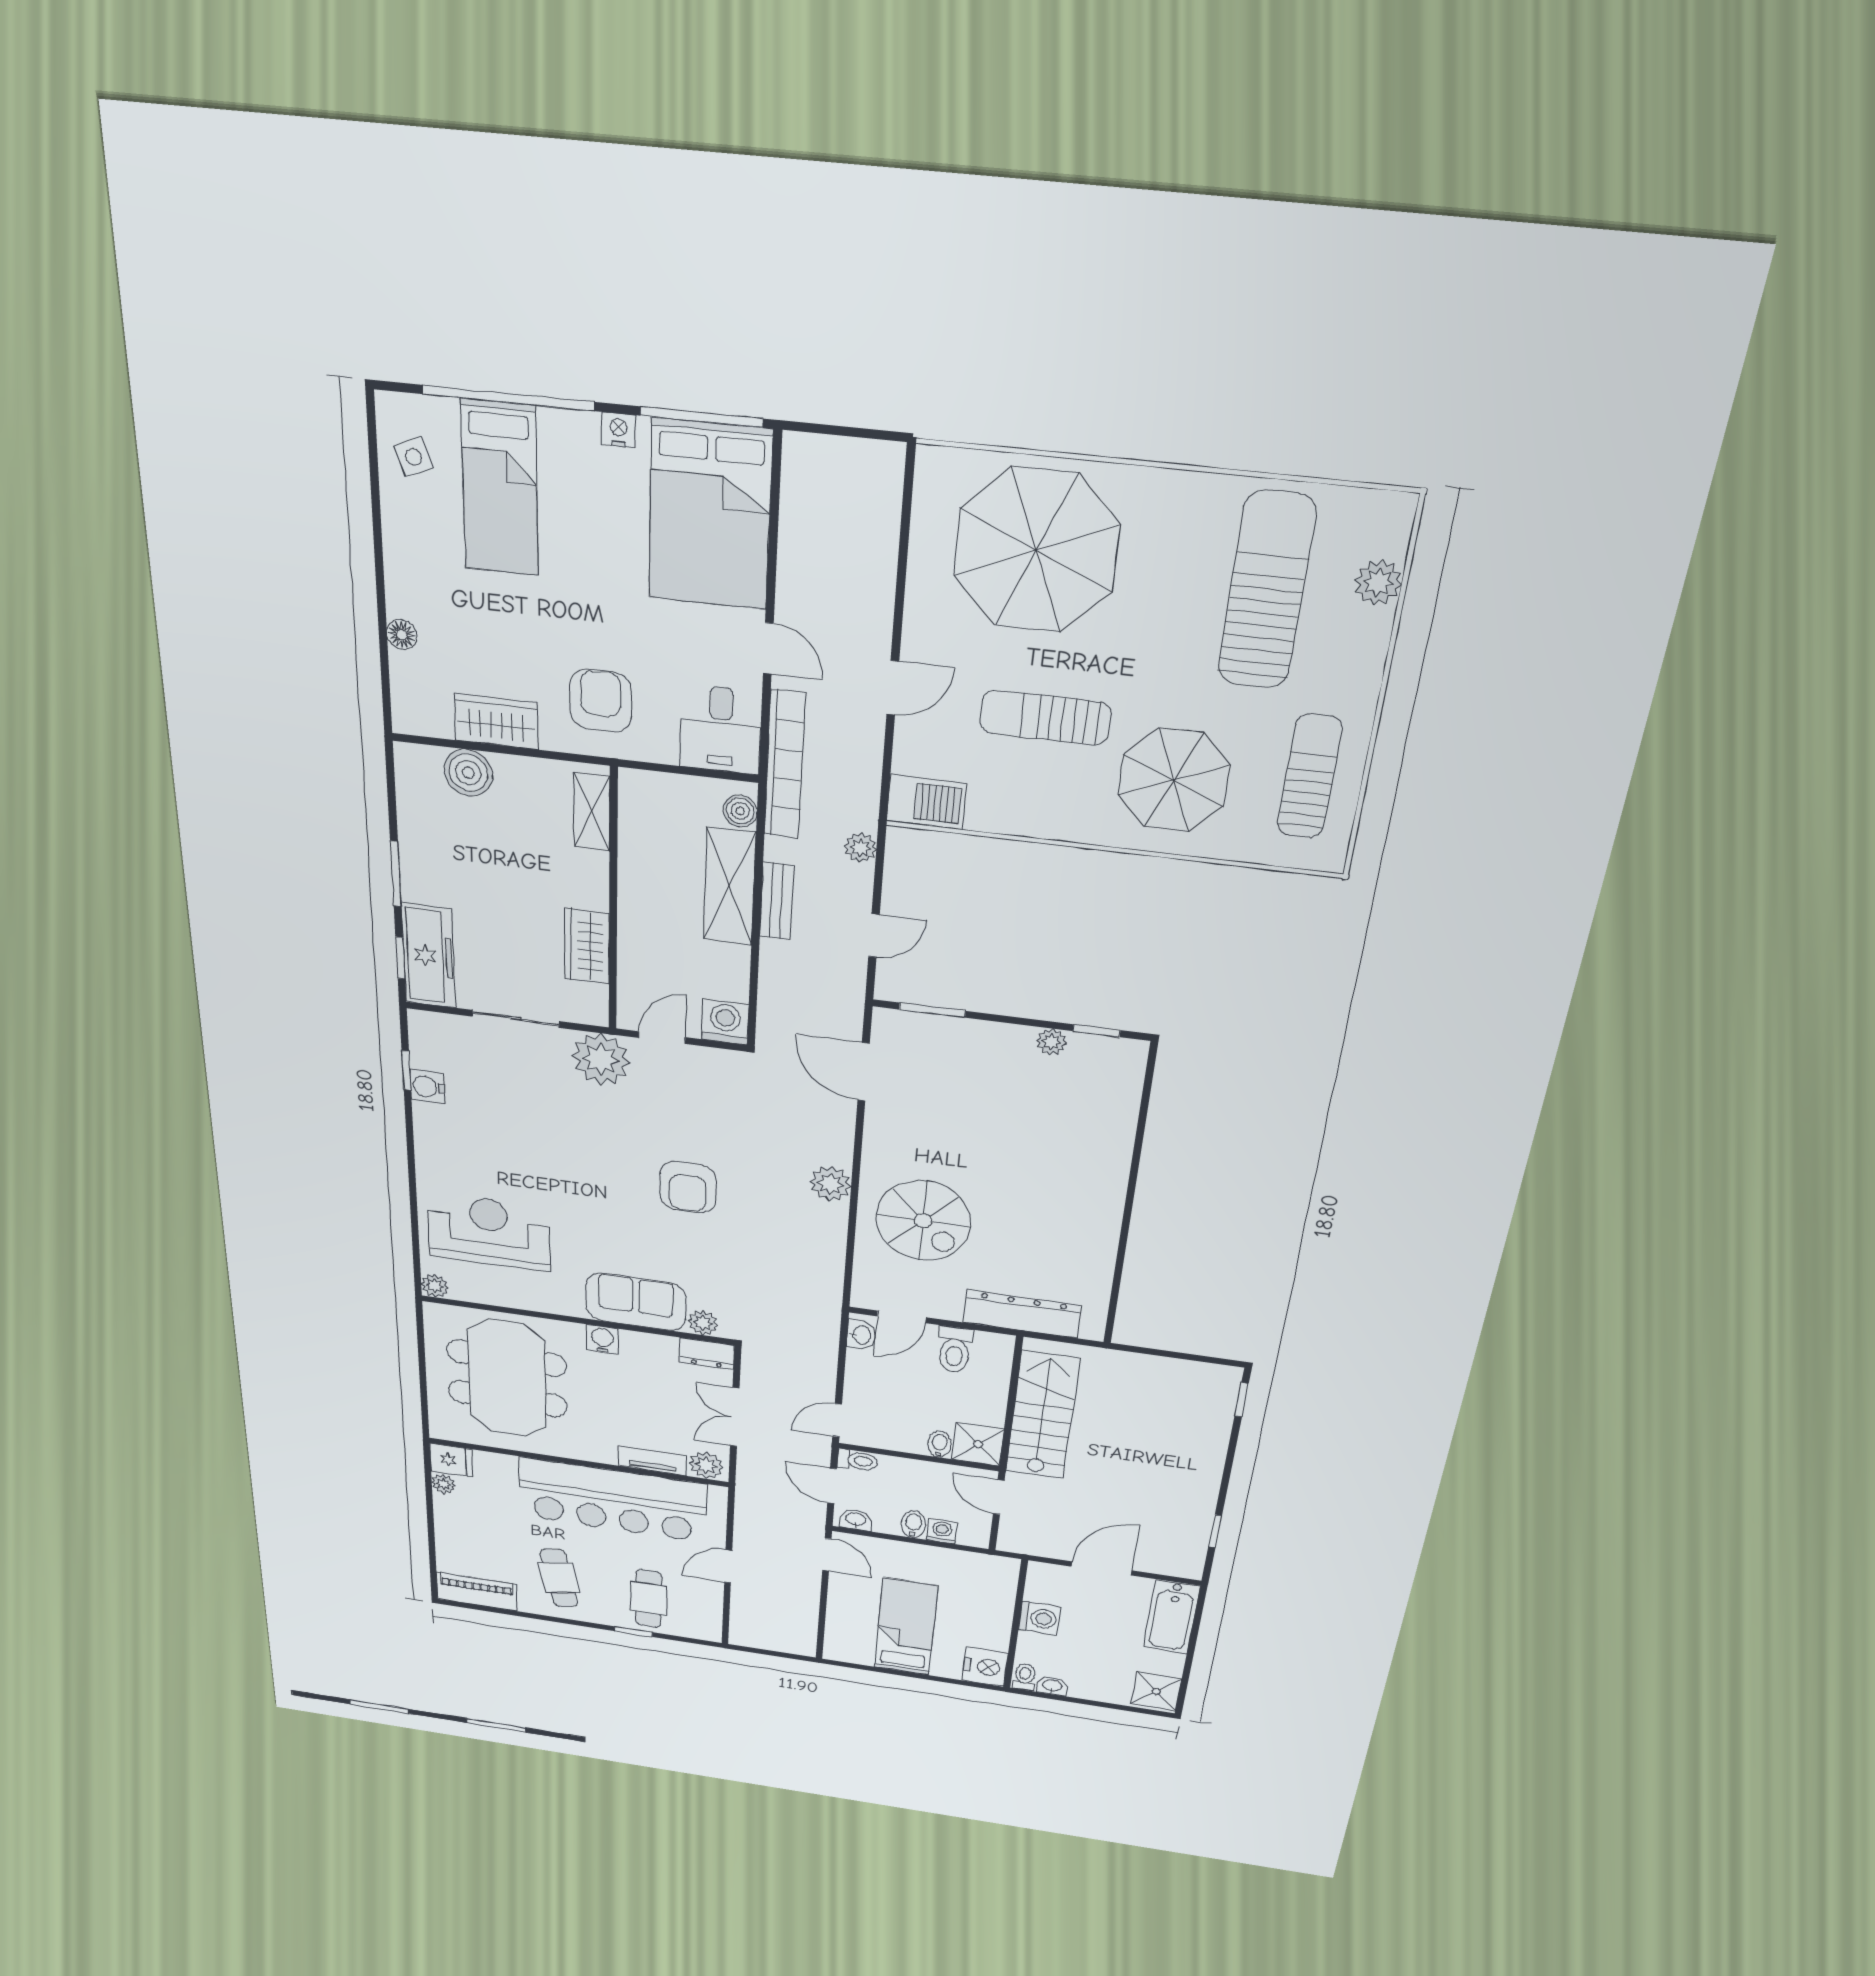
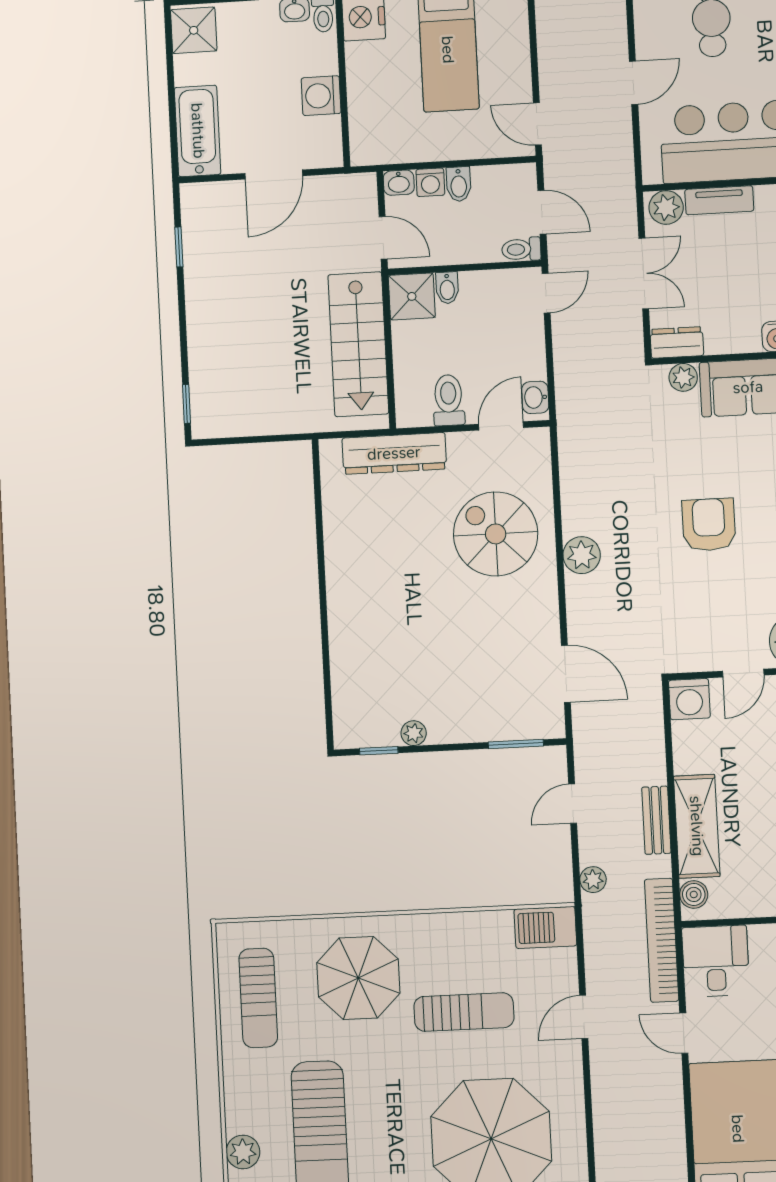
washbasin: (856, 1520) -> (399, 183), moved

